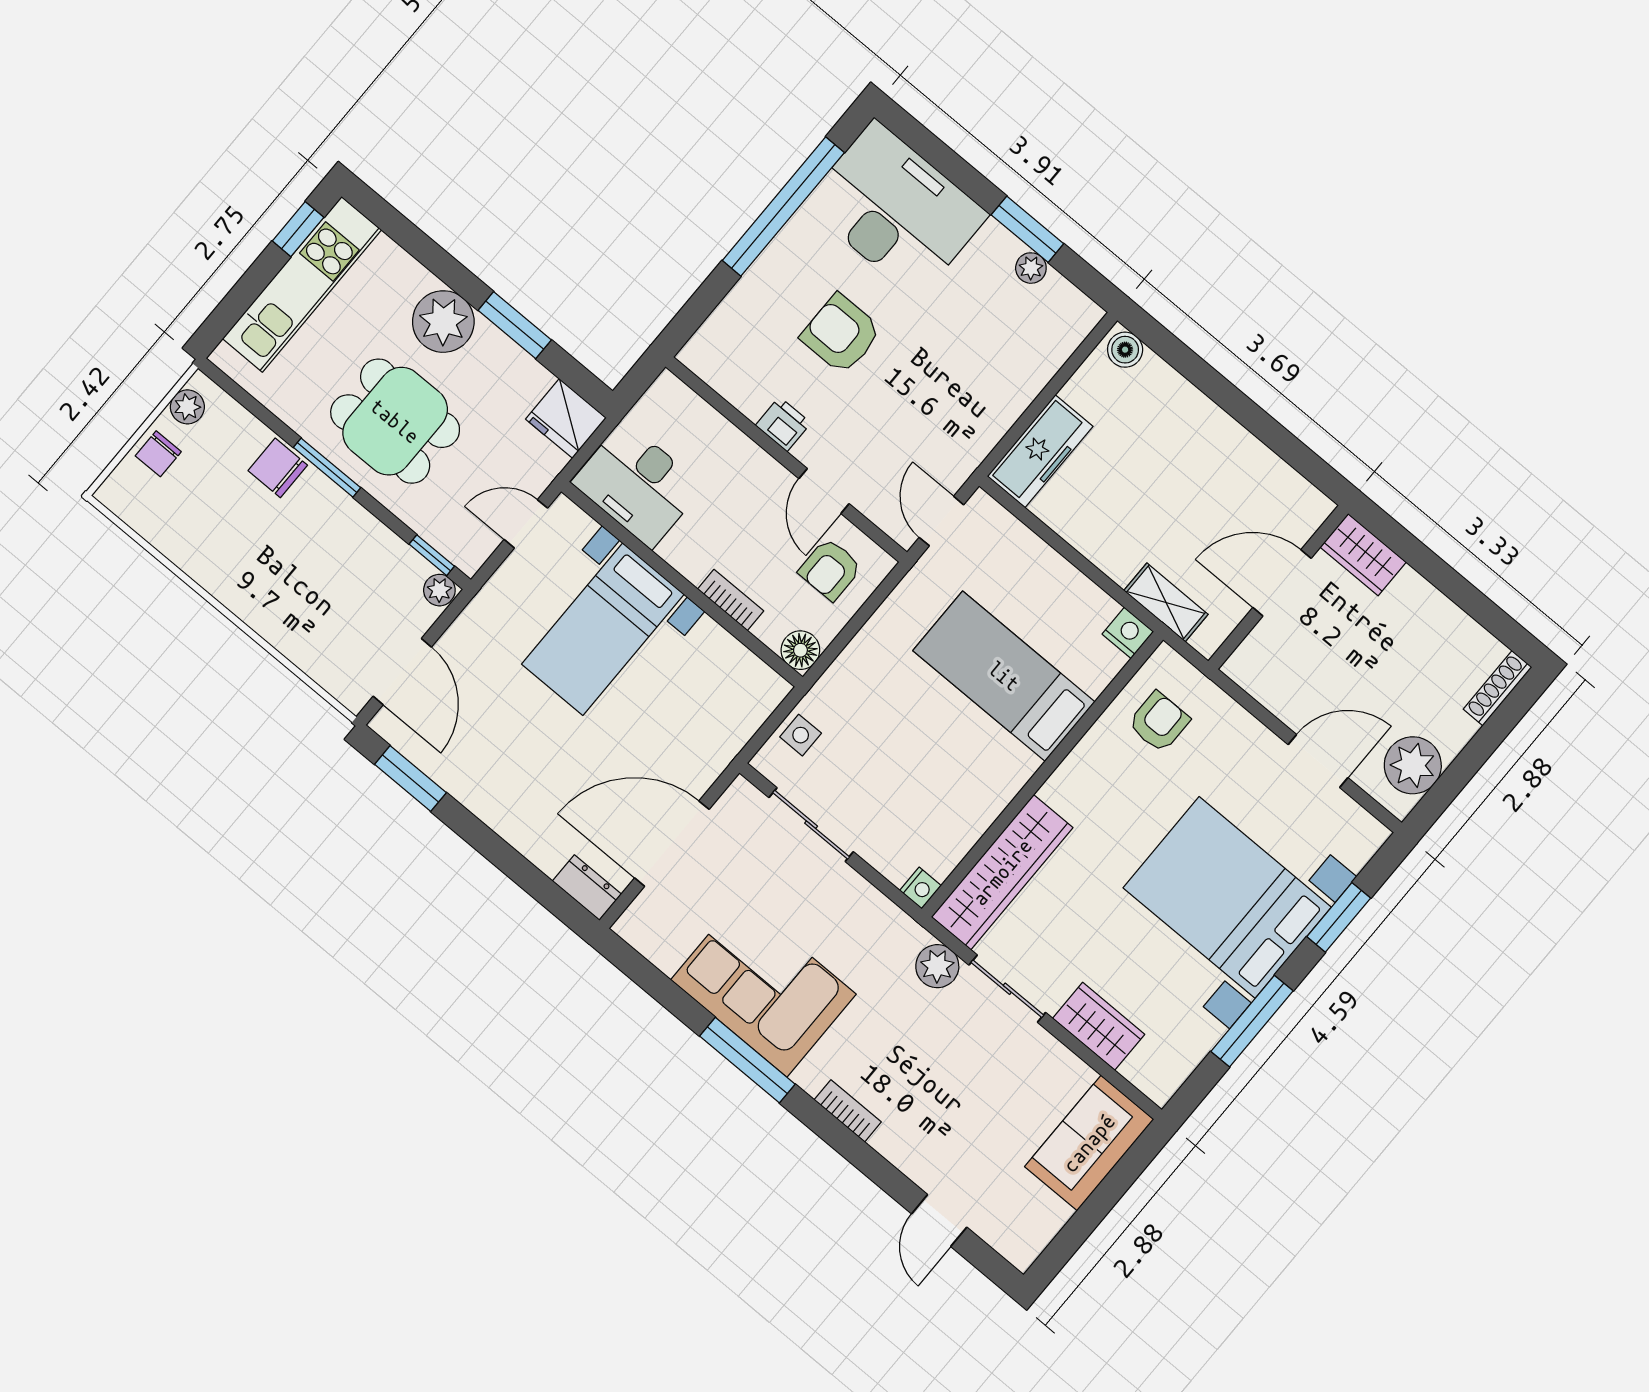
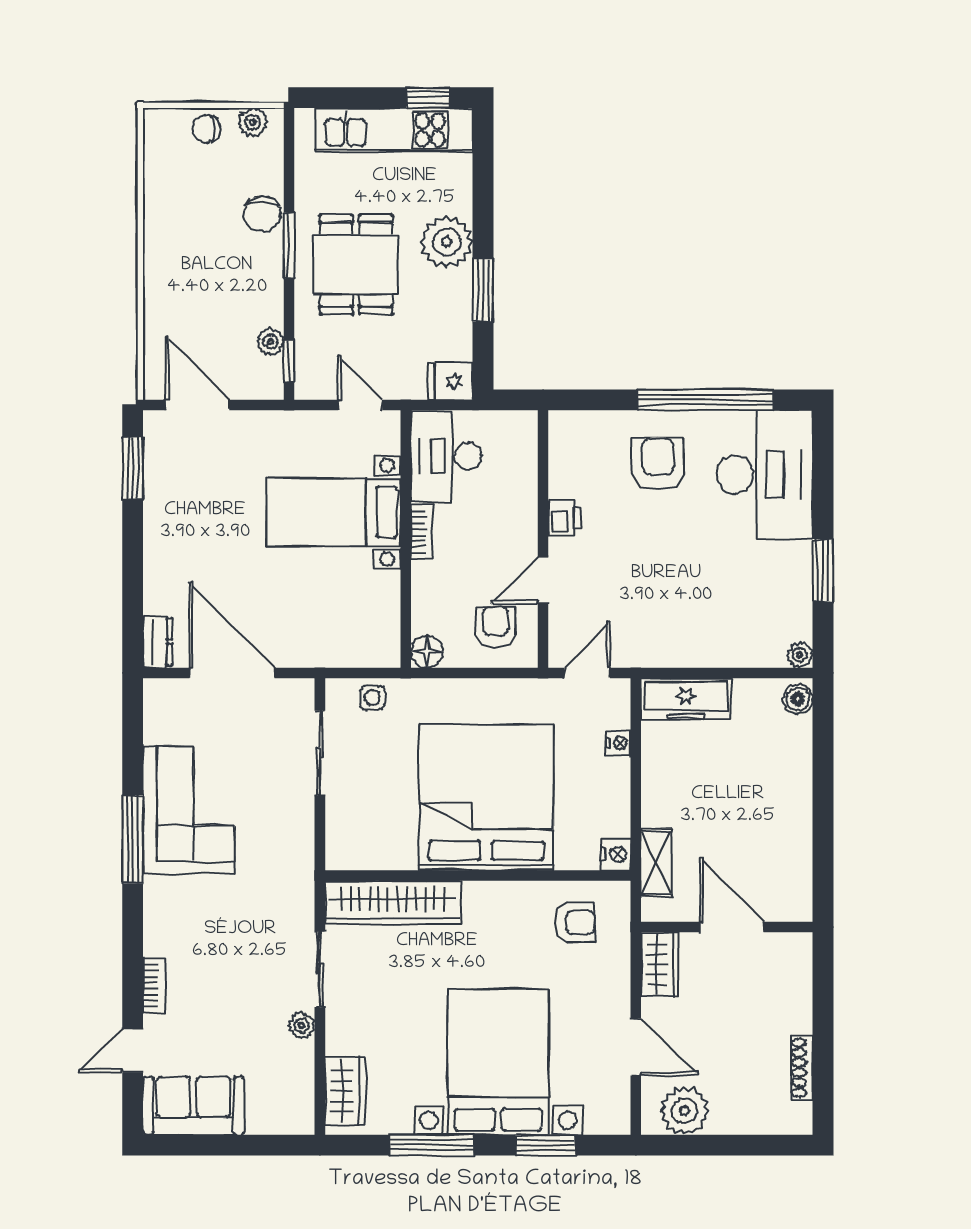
plant: (1031, 268) -> (800, 655), moved
armchair: (841, 334) -> (658, 464), moved
fridge: (566, 418) -> (450, 381), width x0.72
chair: (278, 468) -> (262, 214), turned 180
wardrobe: (1363, 555) -> (660, 964), moved, turned 180
armchair: (830, 569) -> (496, 627), turned 90
plant: (439, 590) -> (270, 342), moved
bookcase: (731, 600) -> (422, 531), moved
door: (402, 672) -> (197, 405), swing flipped
bed: (1004, 676) -> (486, 797), width x2.04
shoe rack: (1498, 688) -> (802, 1068), moved, turned -90
nightstand: (920, 888) -> (618, 743), moved, turned -90
plant: (937, 966) -> (301, 1026), moved, width x0.73, depth x0.73
wardrobe: (1099, 1026) -> (345, 1091), moved
bookcase: (848, 1111) -> (154, 986), moved
sofa: (1089, 1143) -> (193, 1106), moved

